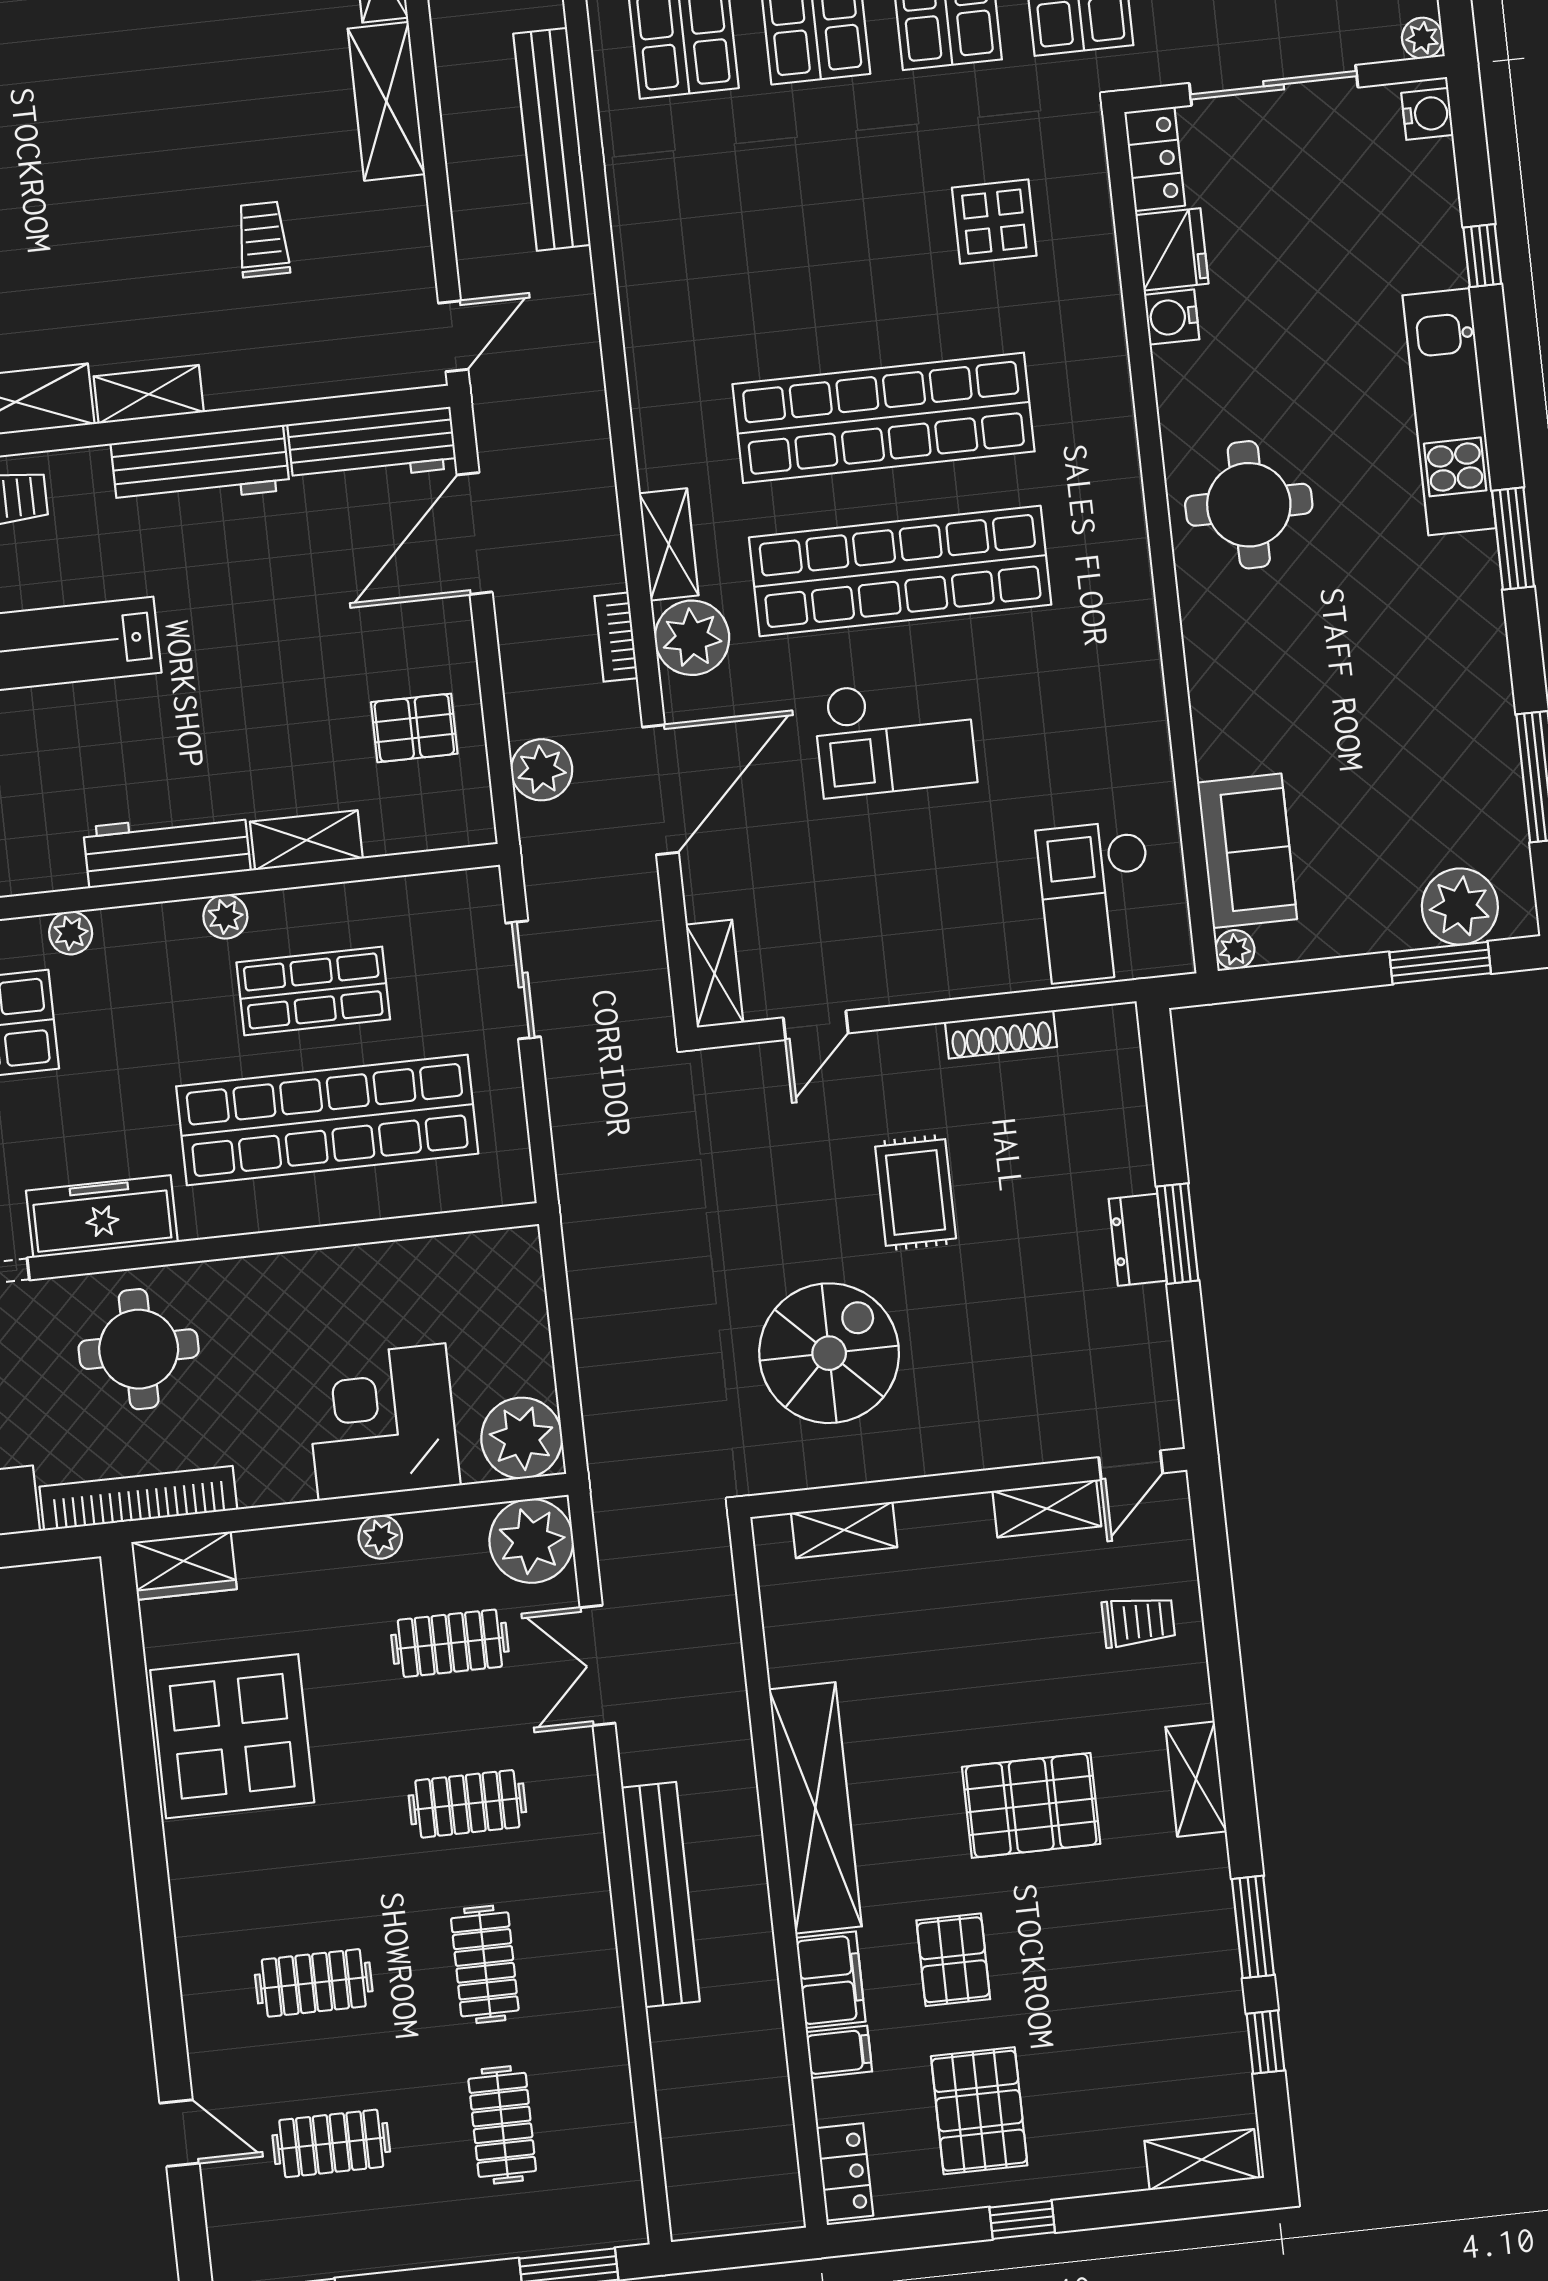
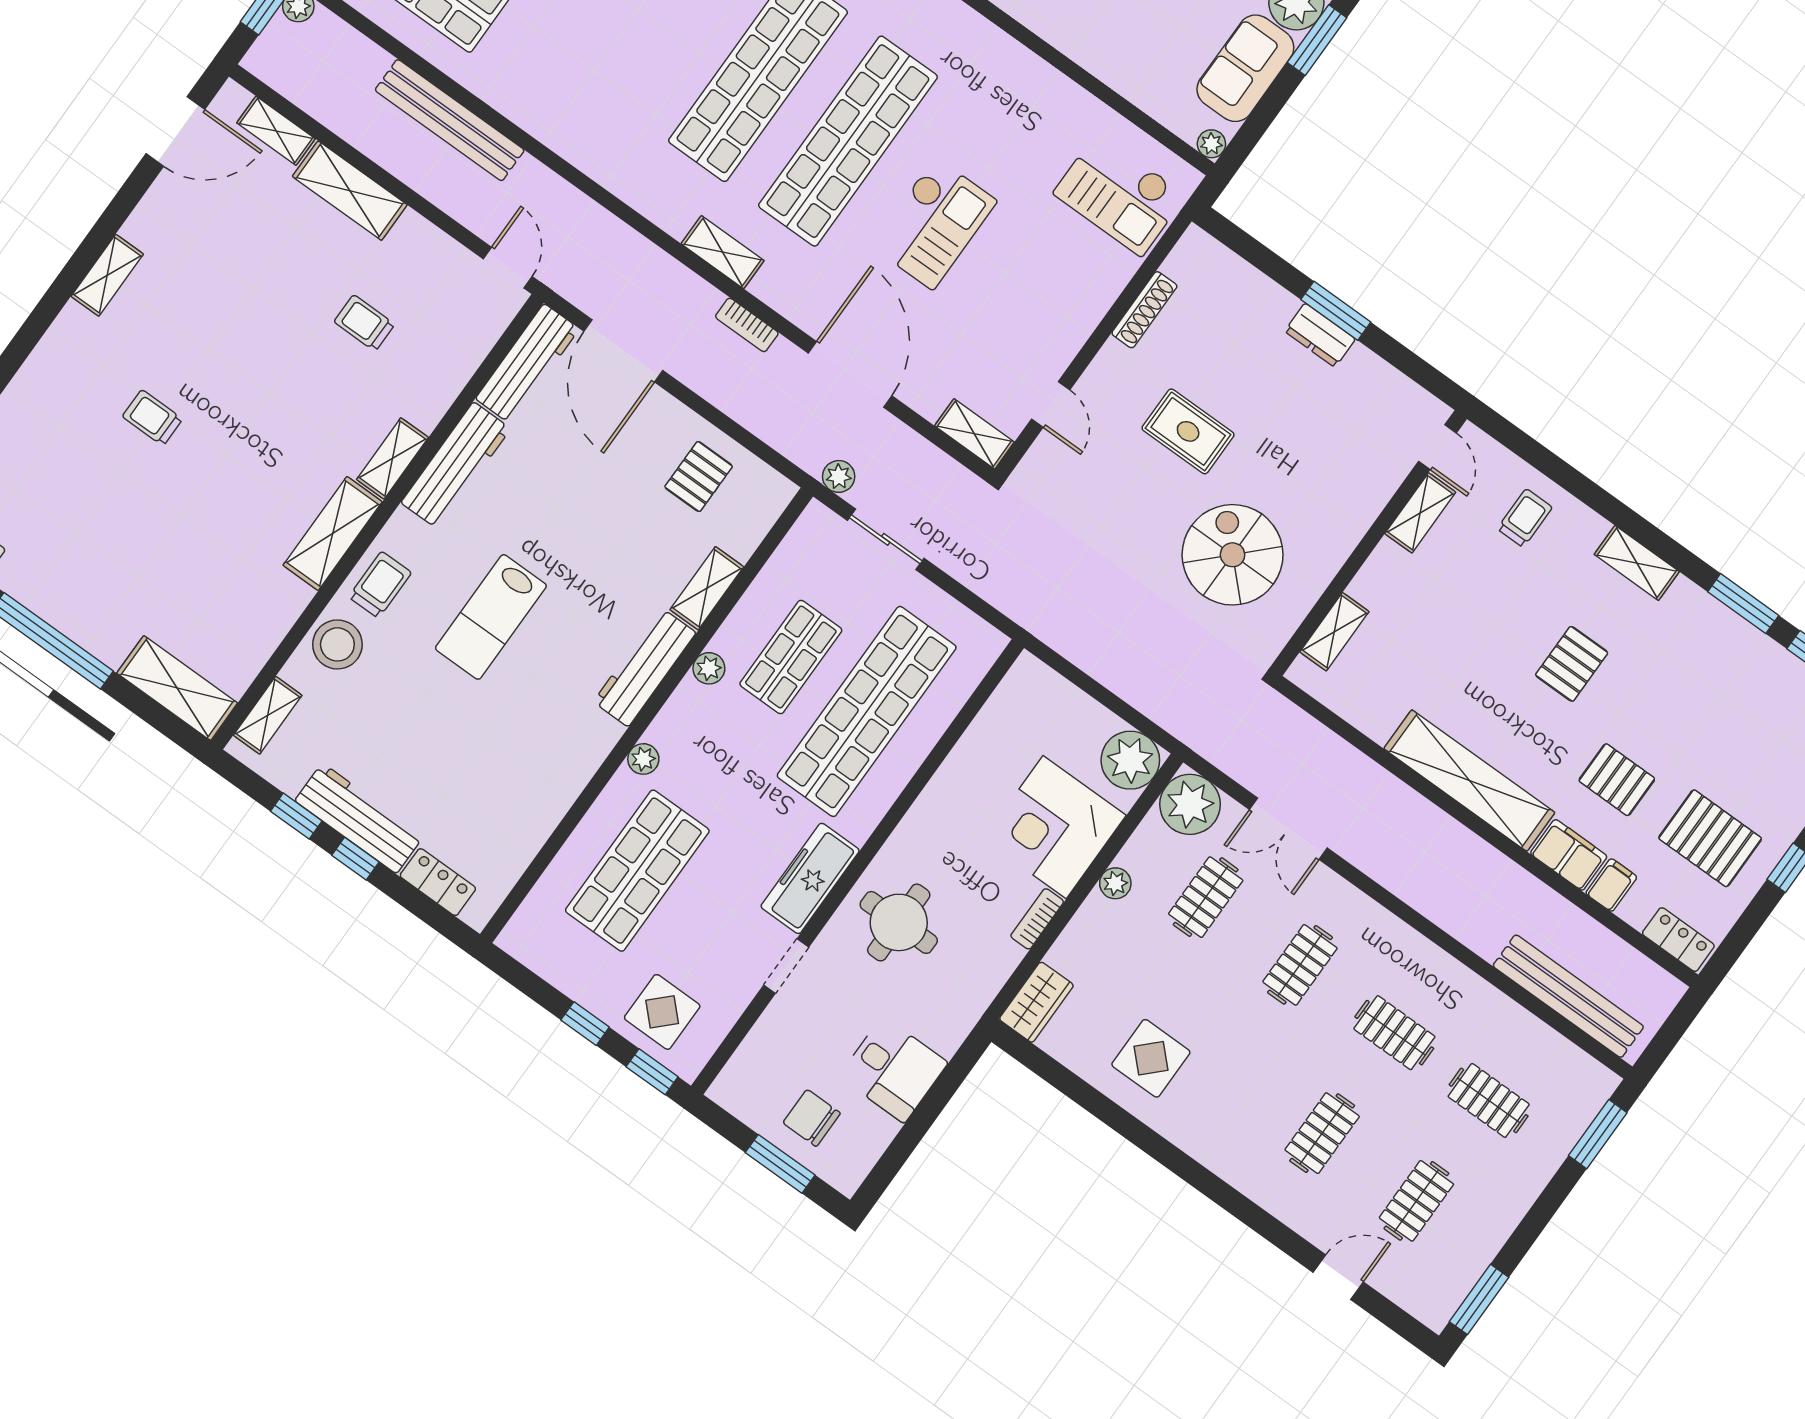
plant: (692, 638) -> (784, 285), removed
plant: (542, 770) -> (839, 476), moved, width x0.73, depth x0.73
sofa: (1247, 851) -> (1245, 68), moved, turned -90
bookcase: (138, 1498) -> (1037, 919), moved, width x0.43, depth x0.76
display table: (232, 1736) -> (1151, 1058), width x0.54, depth x0.54
pallet: (1031, 1805) -> (1572, 664), width x0.67, depth x0.71
bench: (661, 1895) -> (1568, 996), moved

